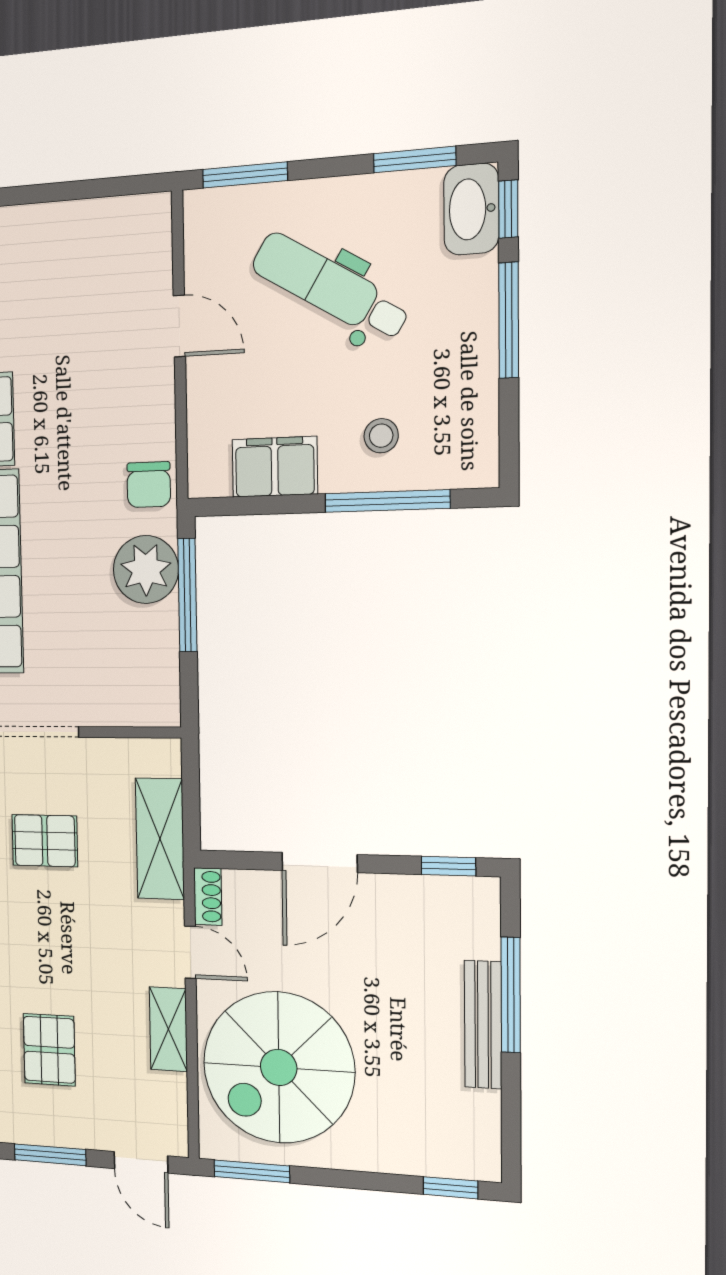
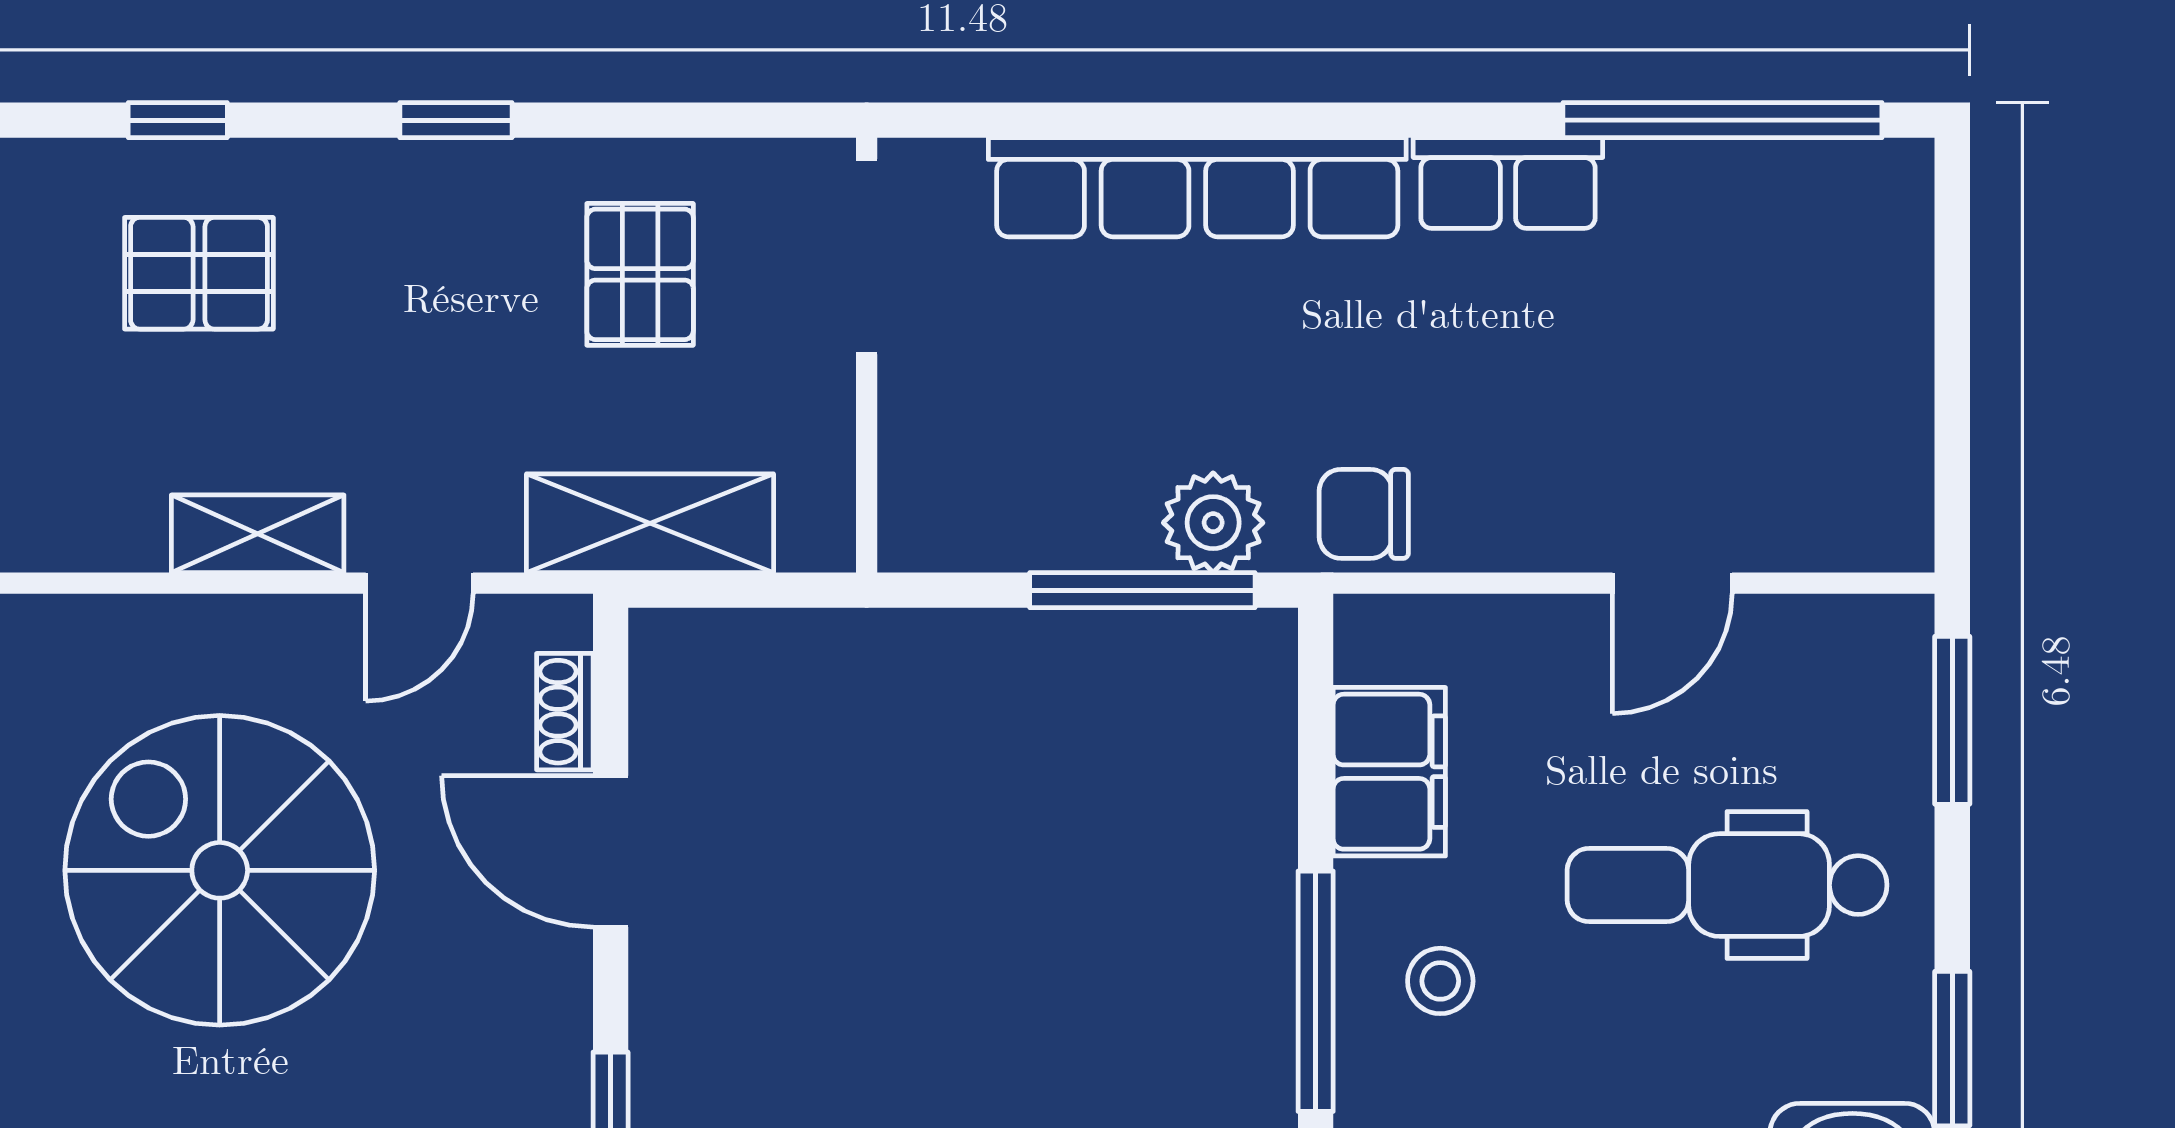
dental chair: (330, 287) -> (1727, 885), turned -121
plant: (146, 569) -> (1213, 523), width x0.73, depth x0.73
shoe rack: (208, 897) -> (565, 712), moved, turned 90
spiral stairs: (279, 1067) -> (220, 870), moved

